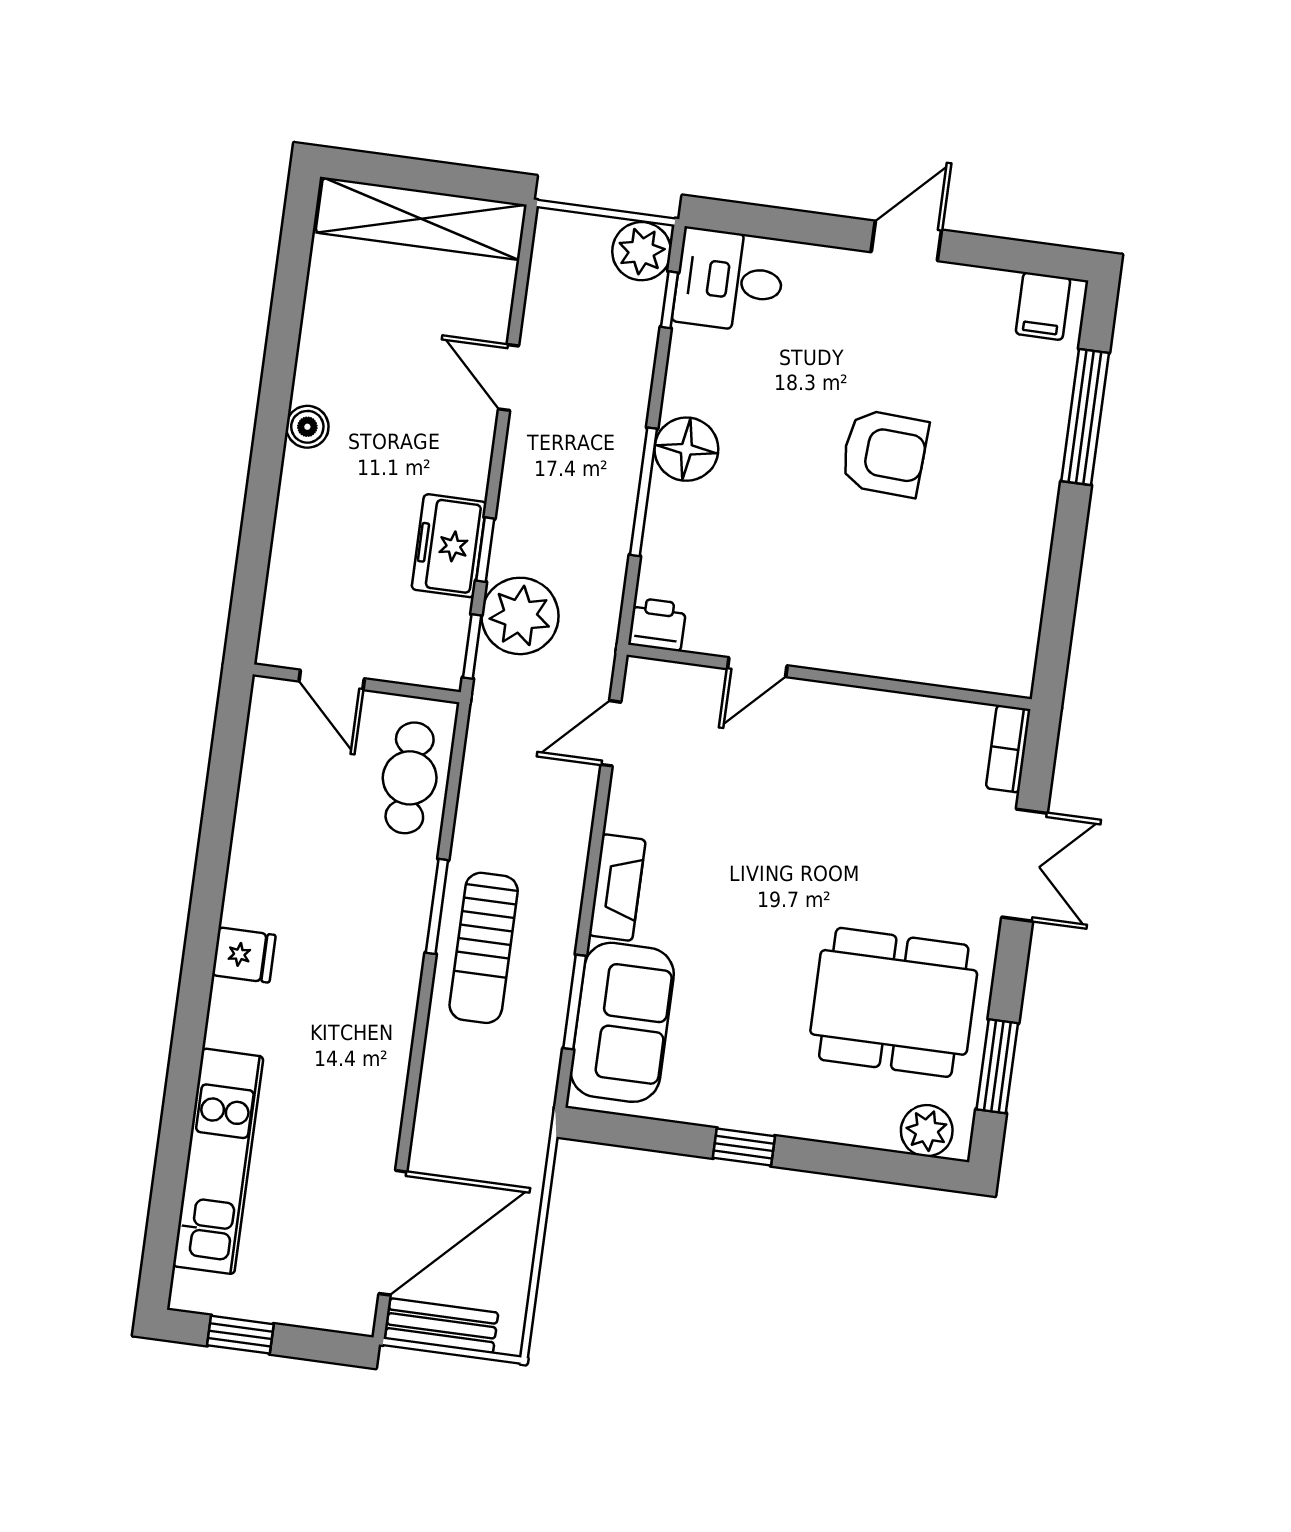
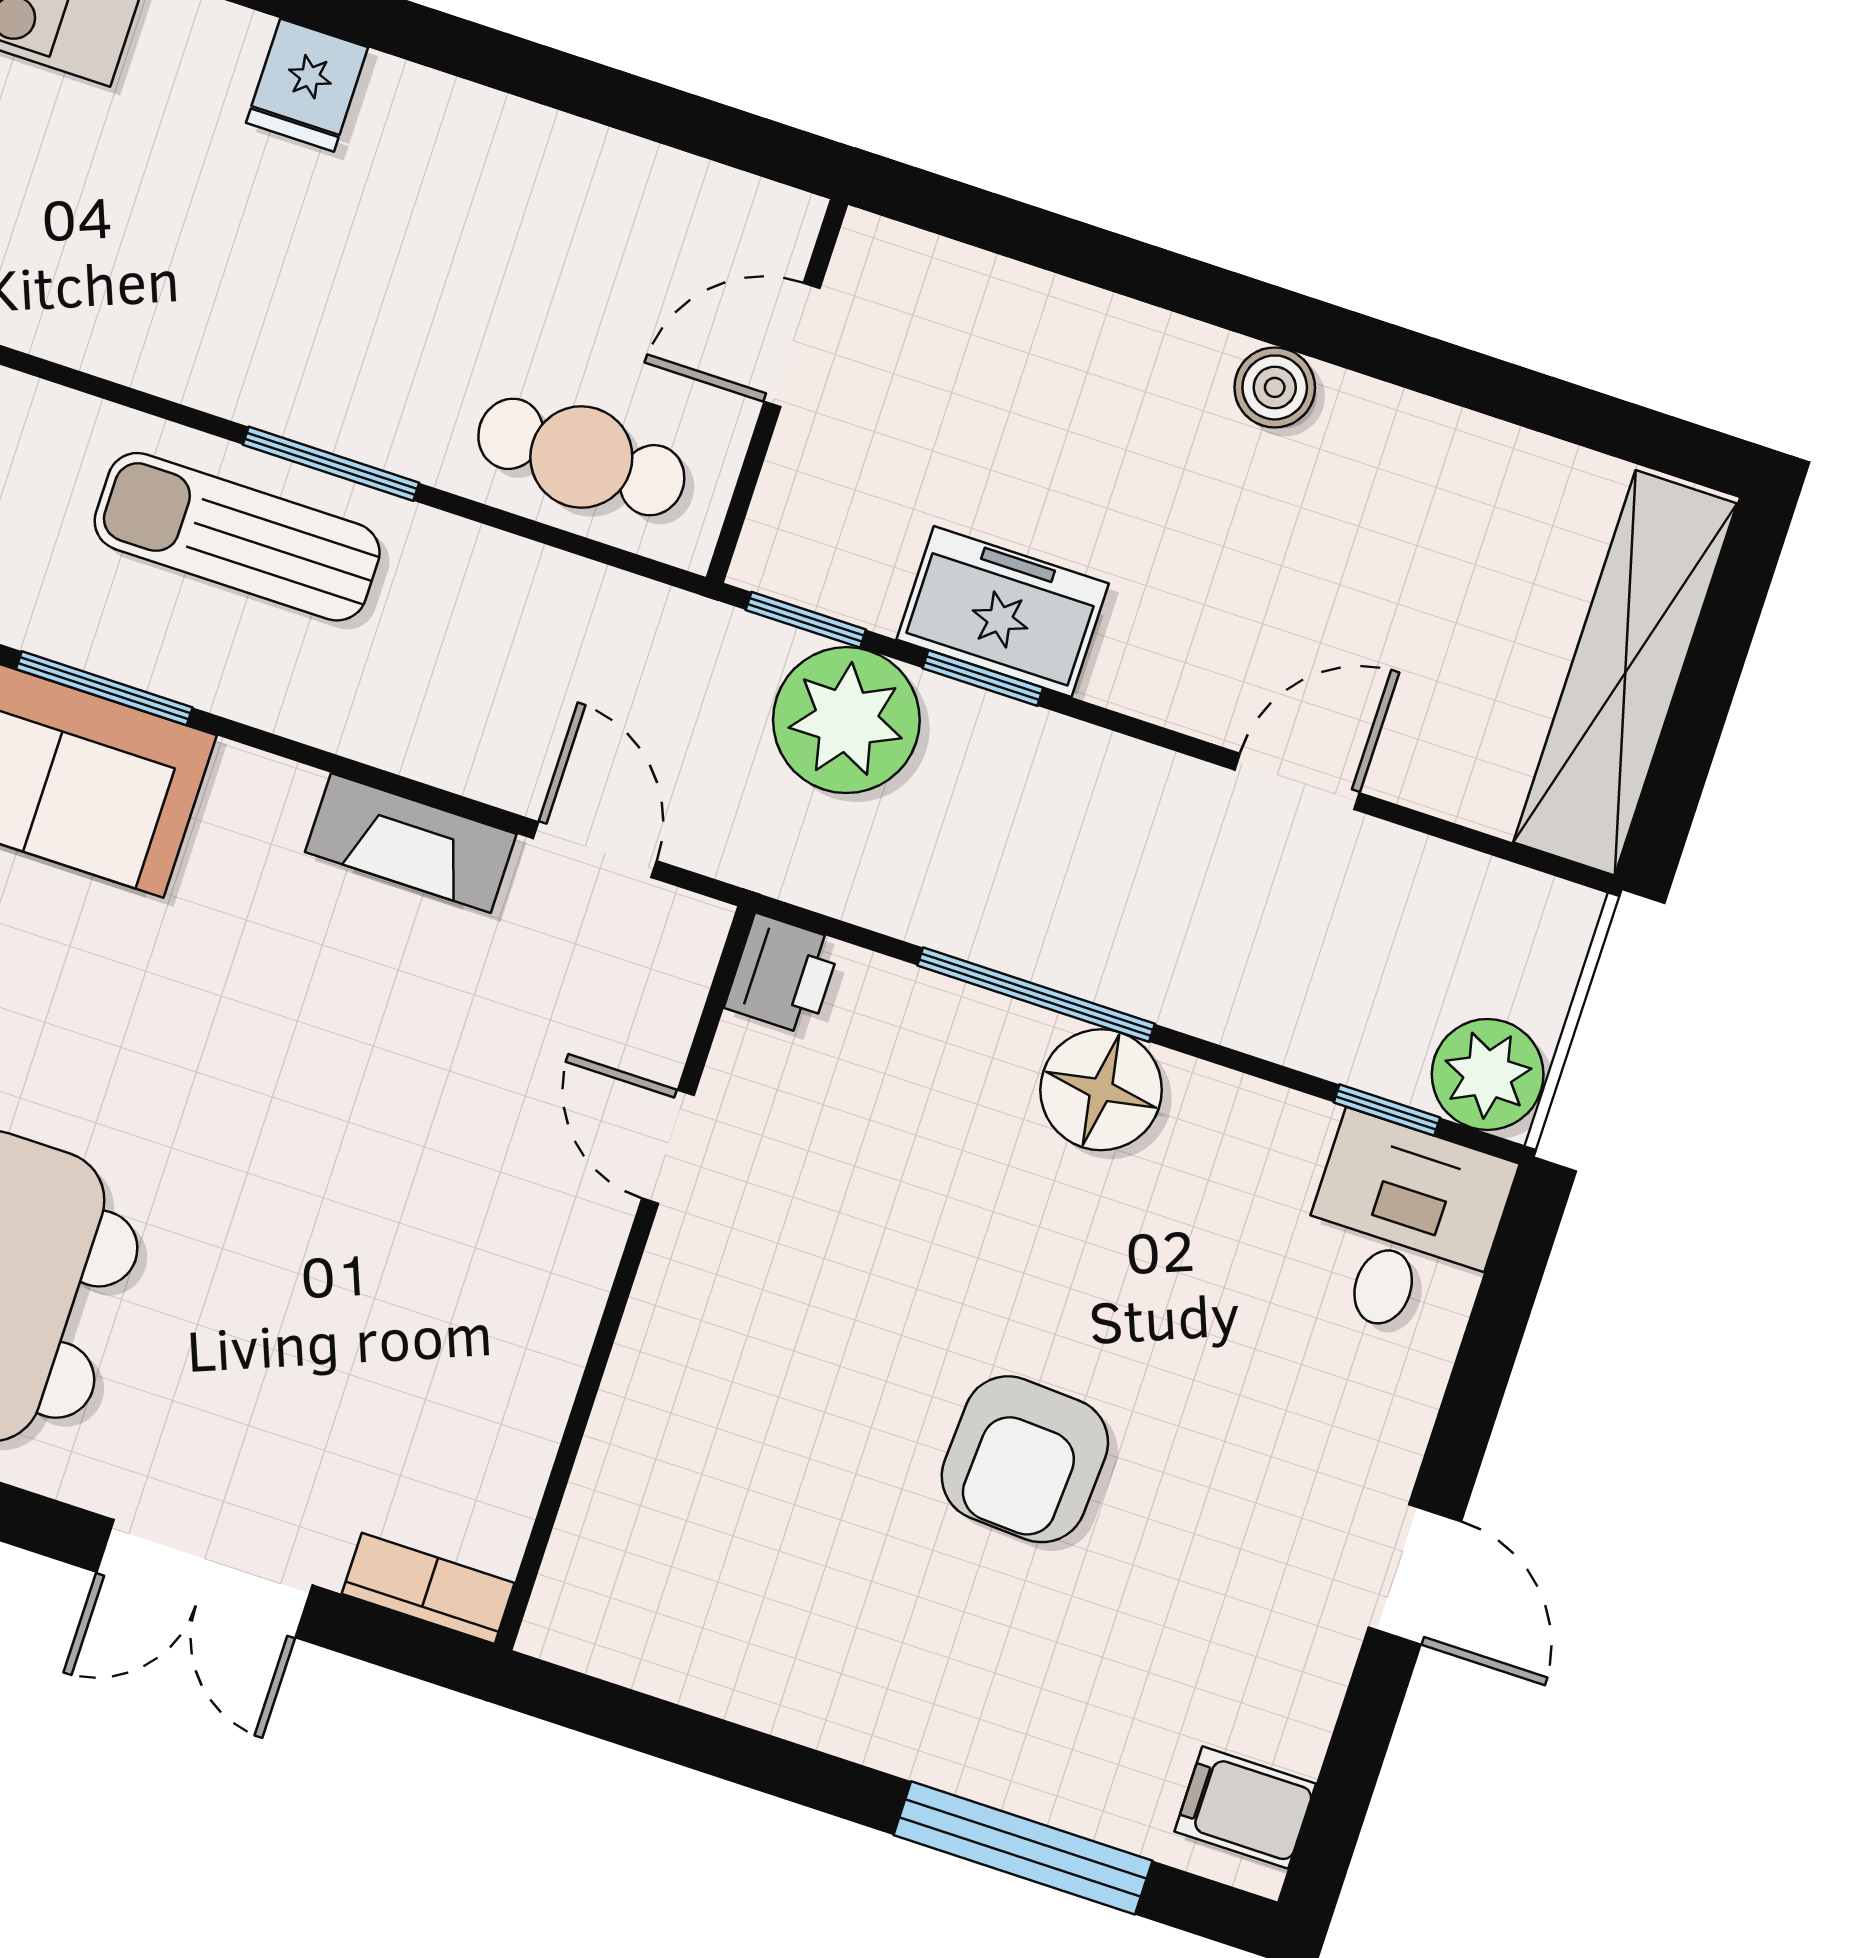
fireplace: (617, 888) -> (411, 843), moved

